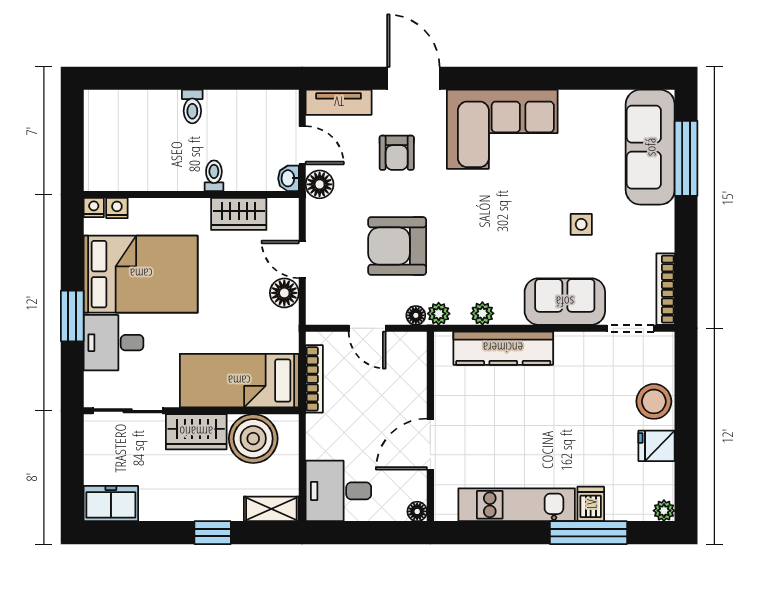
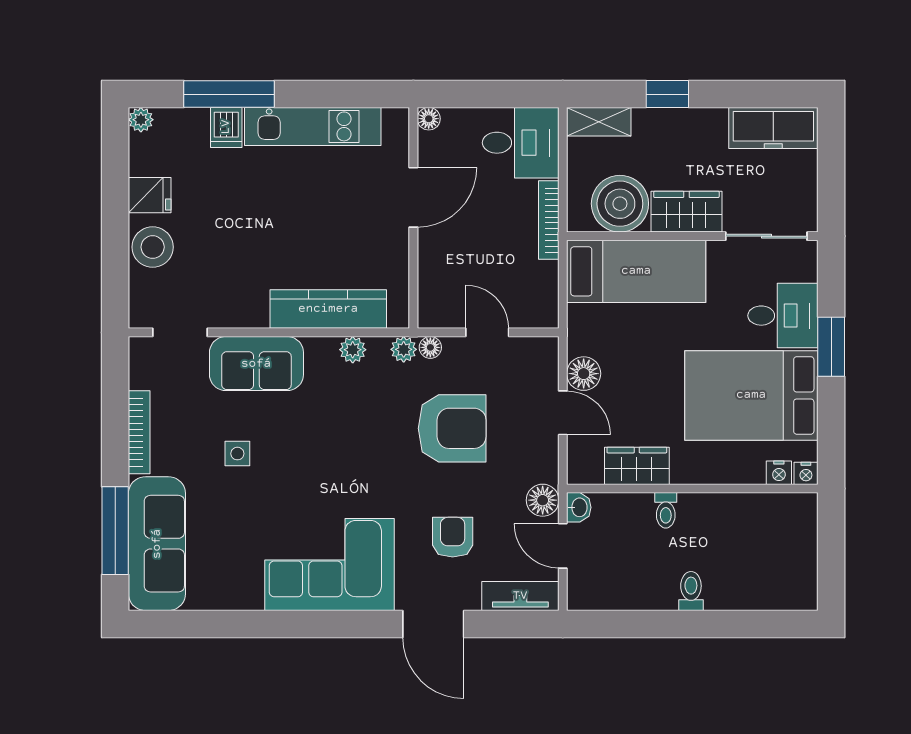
bookcase: (665, 289) -> (139, 432), moved
bookcase: (314, 379) -> (549, 220), moved
freezer: (111, 504) -> (773, 128), width x1.40

